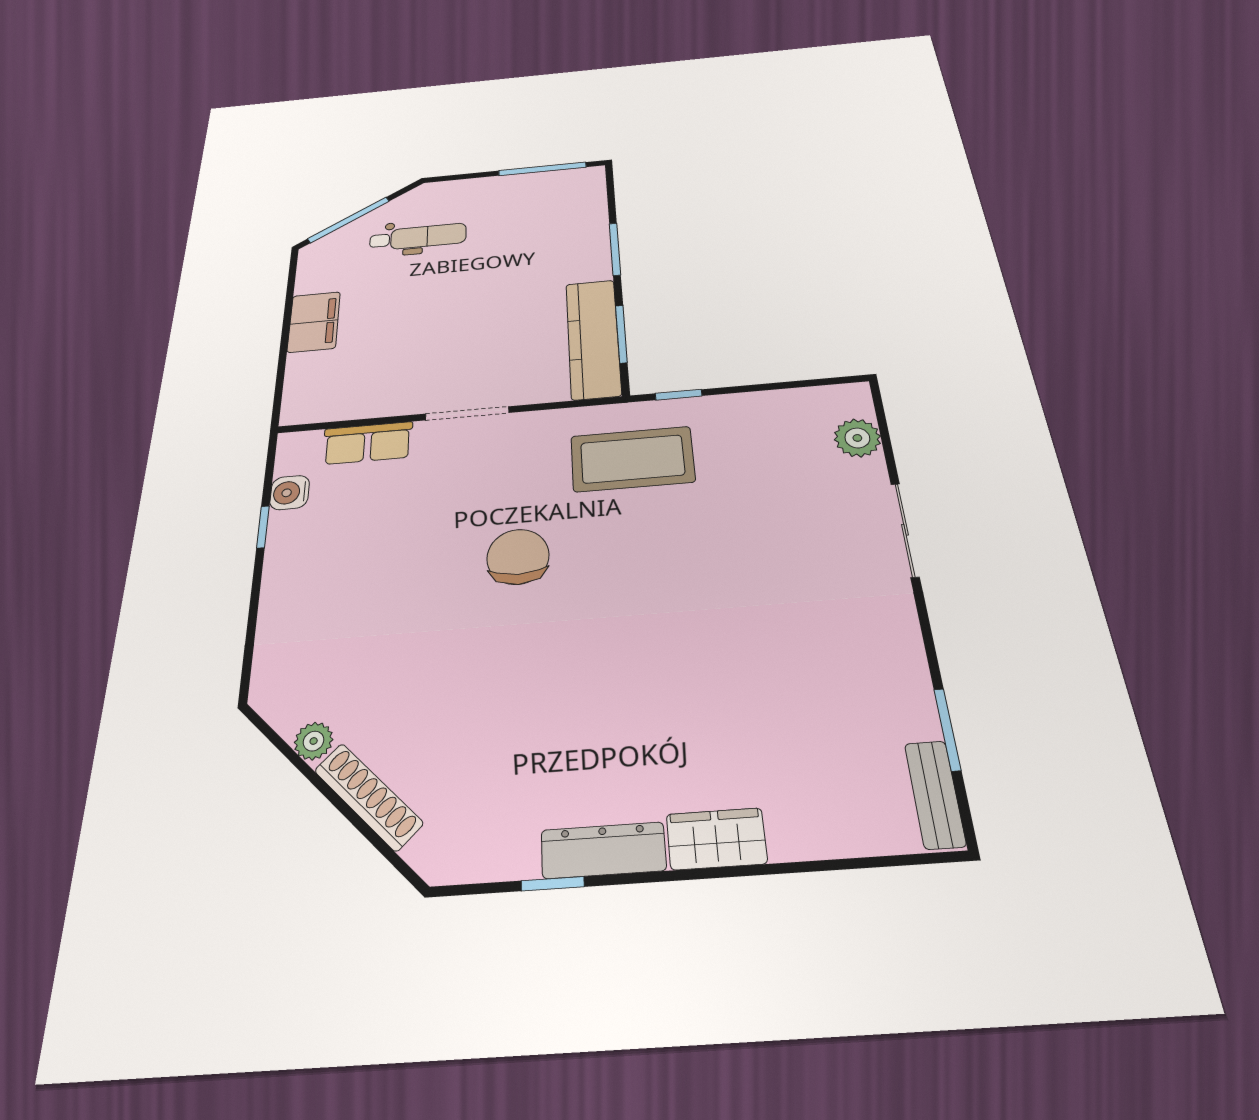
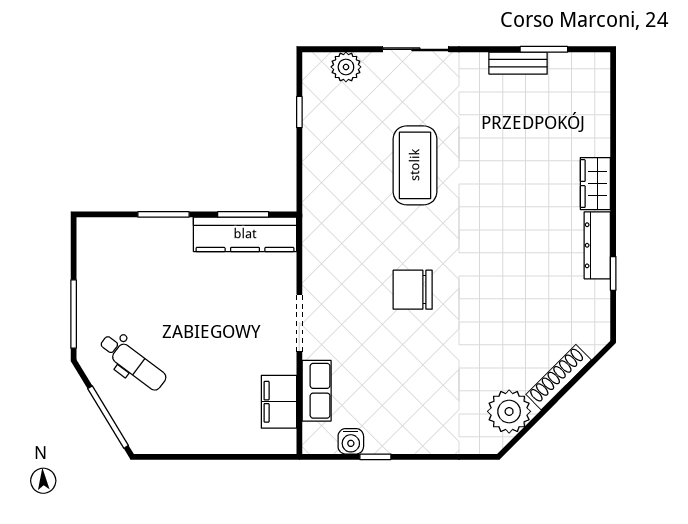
window: (542, 169) -> (74, 314), moved
dental chair: (418, 237) -> (133, 362), turned 127
filing cabinet: (314, 322) -> (279, 402), moved, turned -90
window: (679, 395) -> (299, 112), moved
coffee table: (632, 459) -> (415, 165), moved
plant: (314, 741) -> (509, 411), width x1.88, depth x1.88
bench: (935, 794) -> (518, 63), moved

